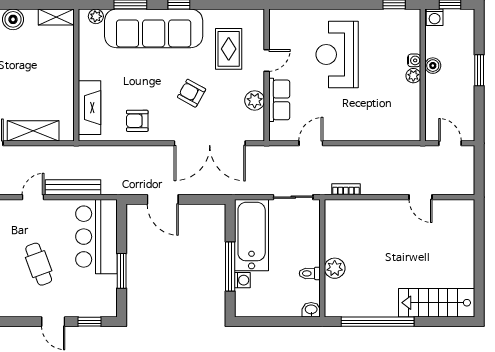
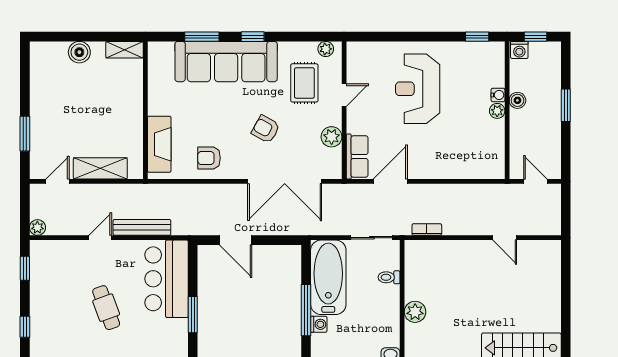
plant: (96, 16) -> (326, 49), moved
row of seats: (279, 100) -> (357, 157), moved
door: (311, 143) -> (390, 181), width x1.38
toilet: (310, 273) -> (389, 277), moved

